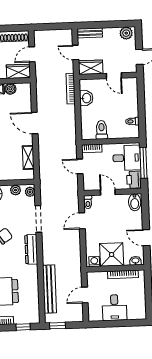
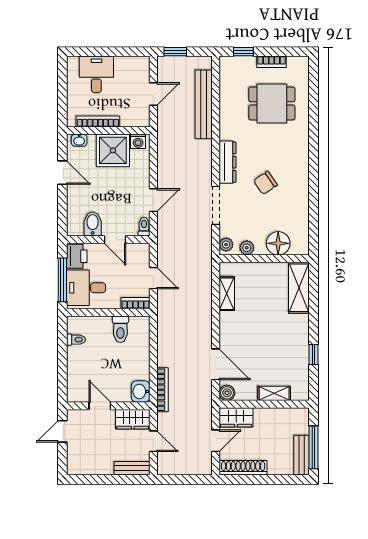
plant: (126, 33) -> (80, 466), removed
boiler: (10, 89) -> (227, 393), moved
washbasin: (86, 98) -> (141, 391), moved
door: (35, 123) -> (216, 364), moved
bidet: (135, 202) -> (93, 224), moved
desk: (114, 308) -> (96, 74), moved
window: (57, 326) -> (175, 52), moved

